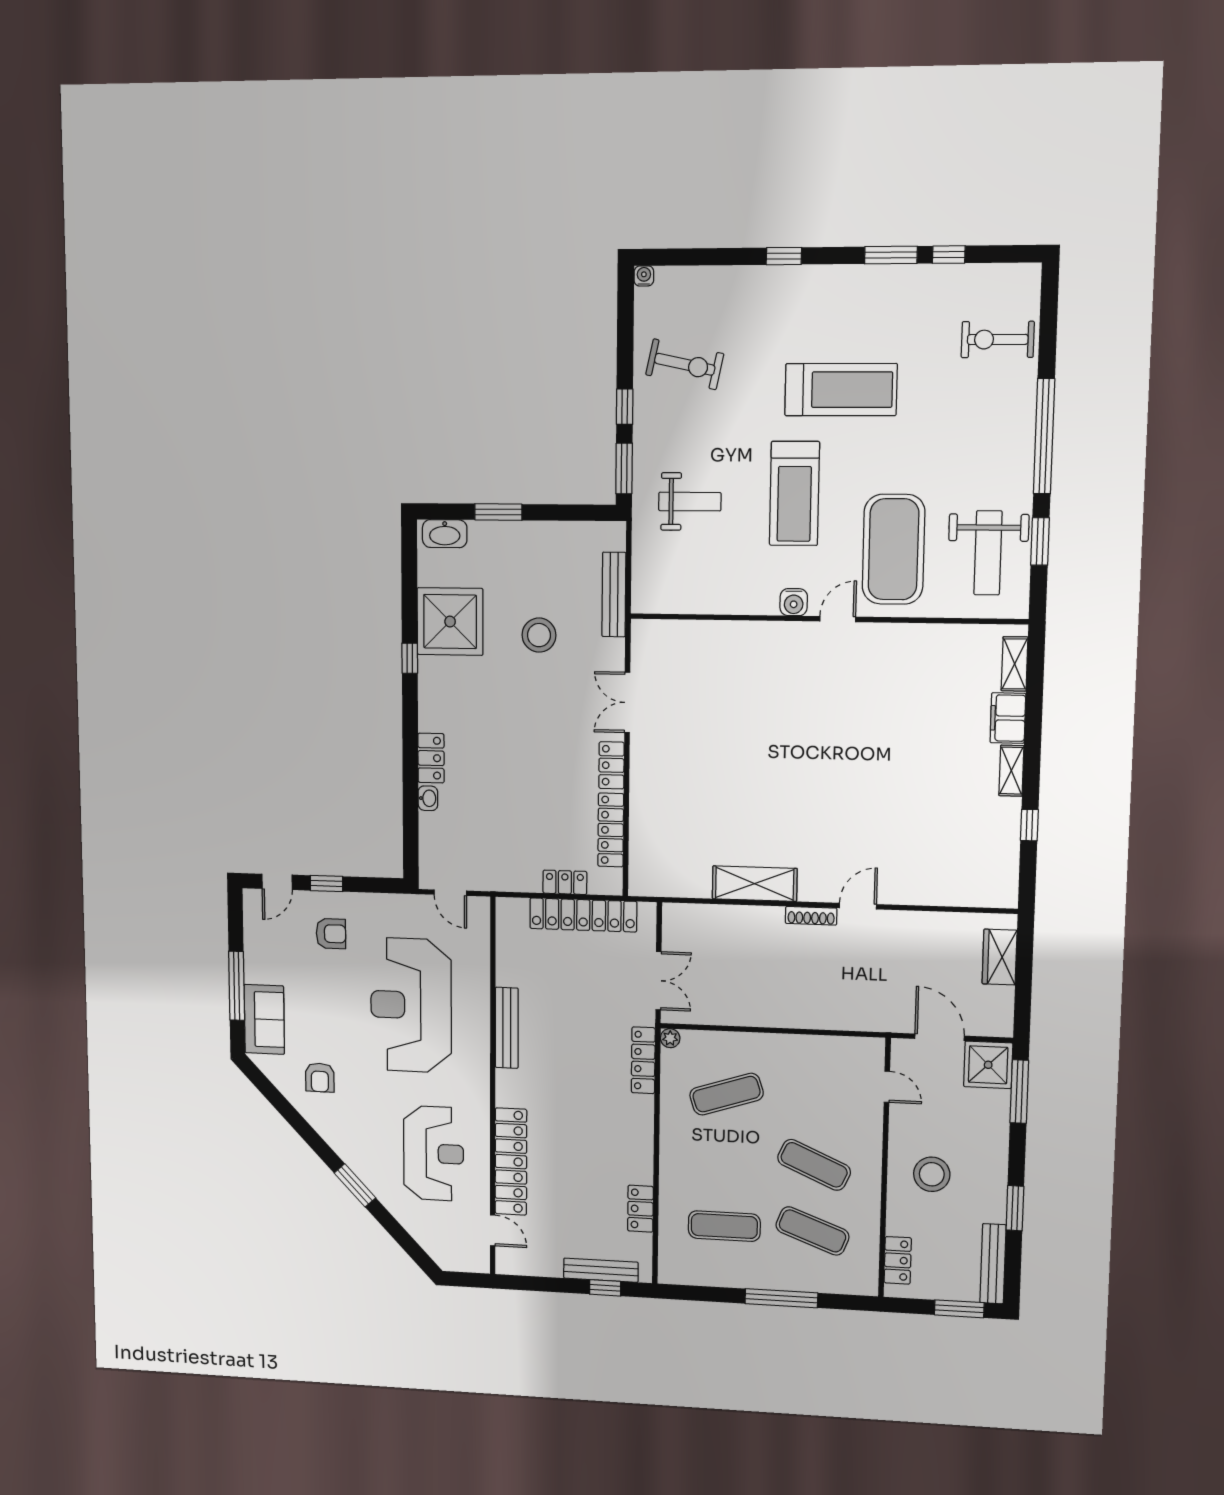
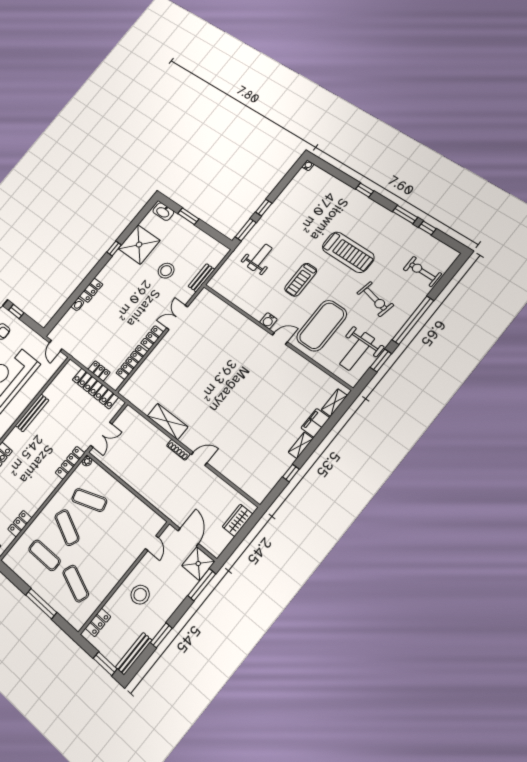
exercise bike: (685, 364) -> (375, 299), moved
treadmill: (794, 494) -> (301, 280), width x0.73, depth x0.73
weight bench: (690, 502) -> (260, 257), turned -90
bench: (614, 595) -> (201, 278), width x0.73
exercise mat: (814, 1165) -> (67, 528), moved

